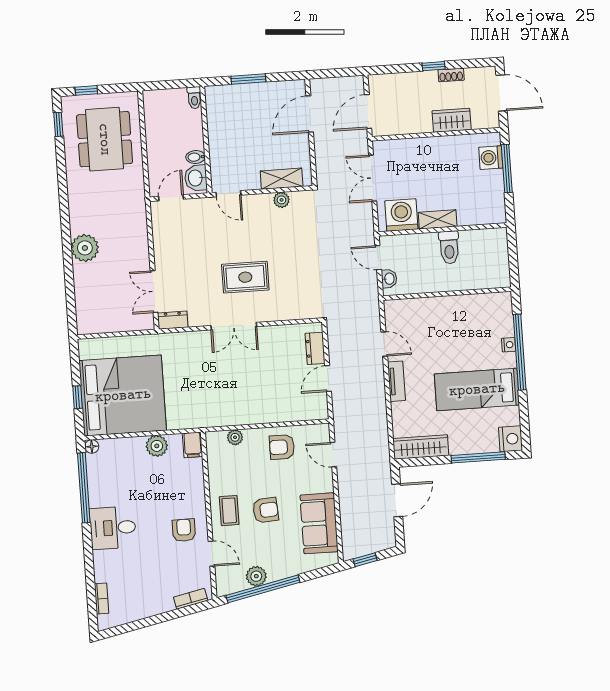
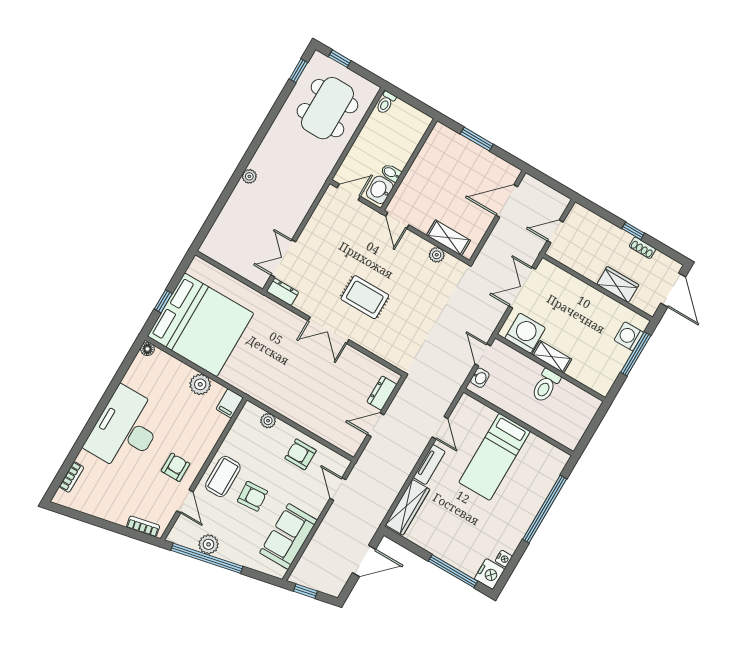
toilet: (194, 98) -> (386, 103), moved
door: (368, 112) -> (555, 231), width x0.73
plant: (85, 248) -> (249, 176), width x0.53, depth x0.53
nightstand: (509, 345) -> (504, 559), moved
bed: (477, 389) -> (495, 457), moved, turned -90
wardrobe: (421, 447) -> (408, 507), moved, turned 90
window: (84, 488) -> (118, 378), removed
coffee table: (229, 511) -> (223, 476), width x1.36, depth x1.30
desk: (113, 528) -> (125, 429), width x1.87, depth x1.30

